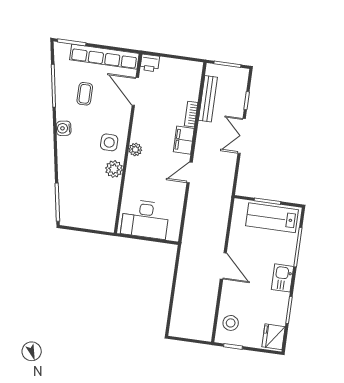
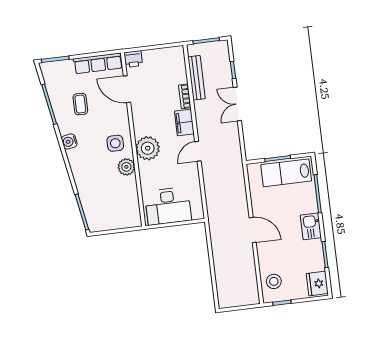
row of seats: (104, 57) -> (98, 63), width x0.73
plant: (135, 149) -> (148, 148), width x1.88, depth x1.88

